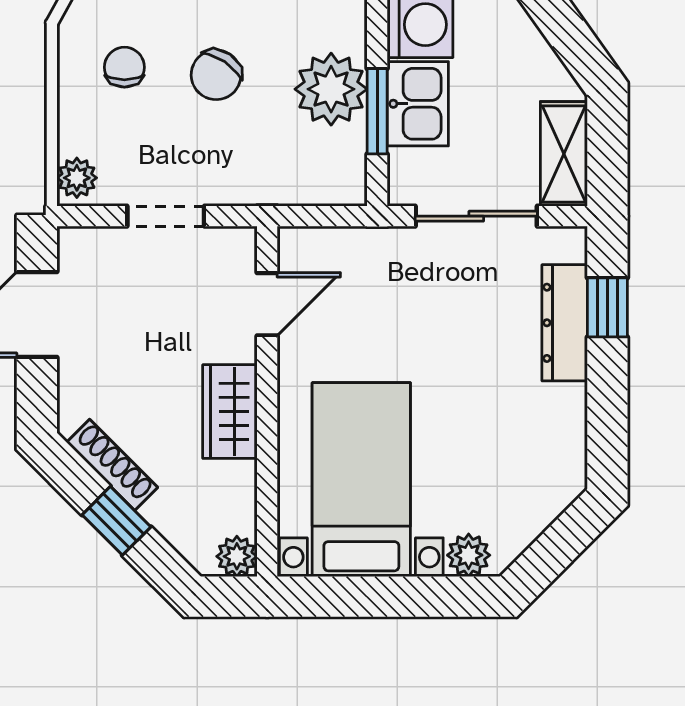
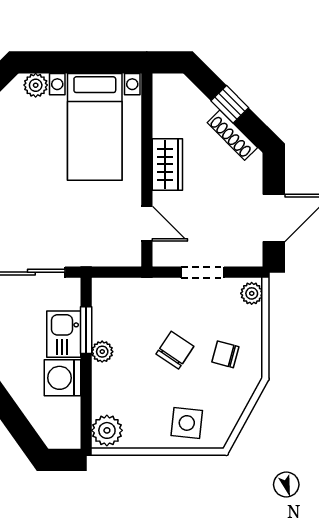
chair: (124, 67) -> (225, 354), turned 105
plant: (331, 89) -> (102, 352), width x0.53, depth x0.53
door: (267, 304) -> (147, 224), swing flipped
plant: (237, 556) -> (163, 85), removed

